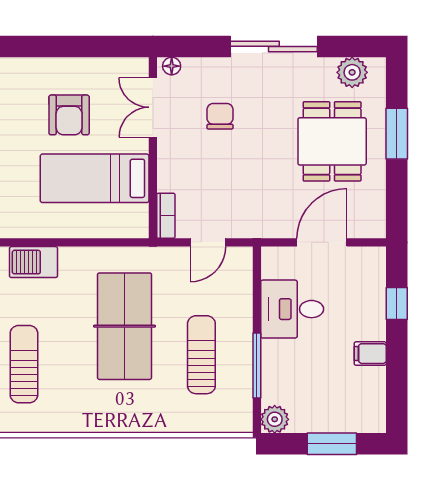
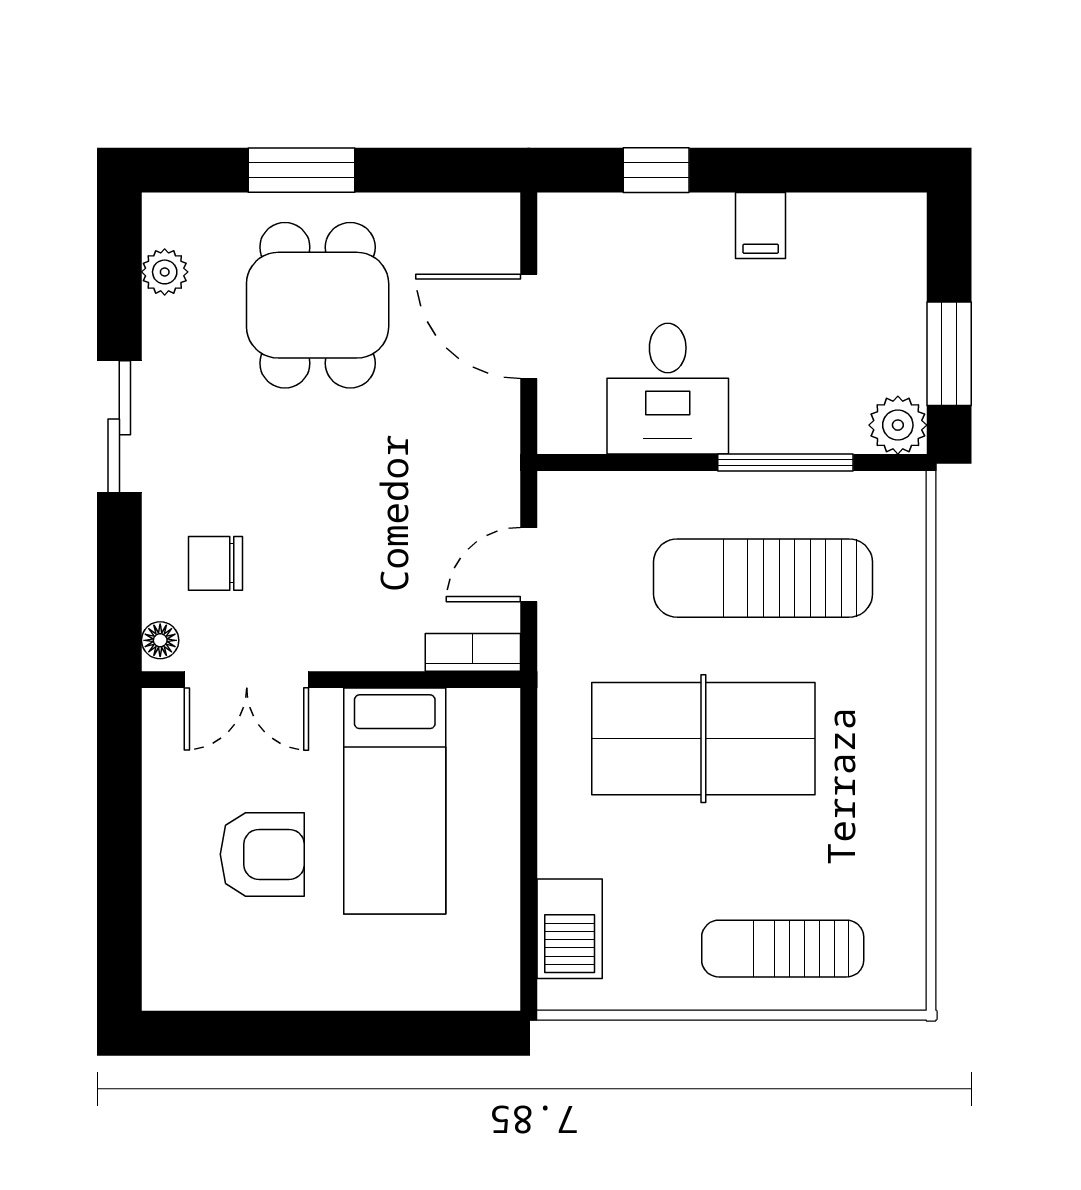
sliding door: (274, 46) -> (119, 427), width x0.73
plant: (352, 72) -> (165, 272), width x0.73, depth x0.73
chair: (220, 116) -> (216, 563), moved
dining table: (332, 141) -> (318, 305), turned 90
door: (208, 242) -> (529, 565), swing flipped
sun lounger: (201, 355) -> (763, 578), width x1.36, depth x1.34
window: (332, 444) -> (949, 354), moved

